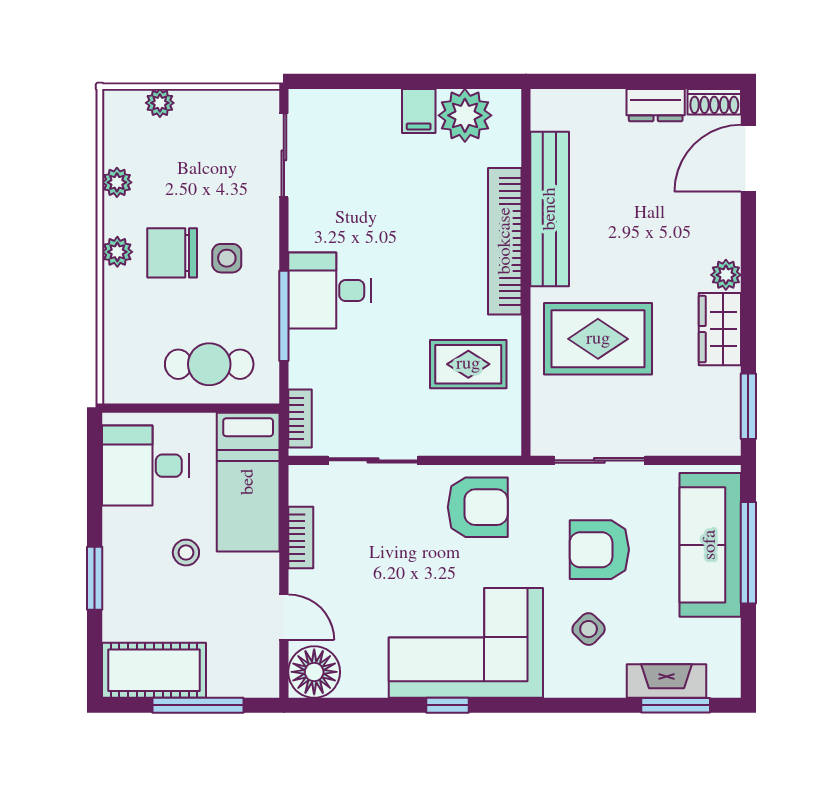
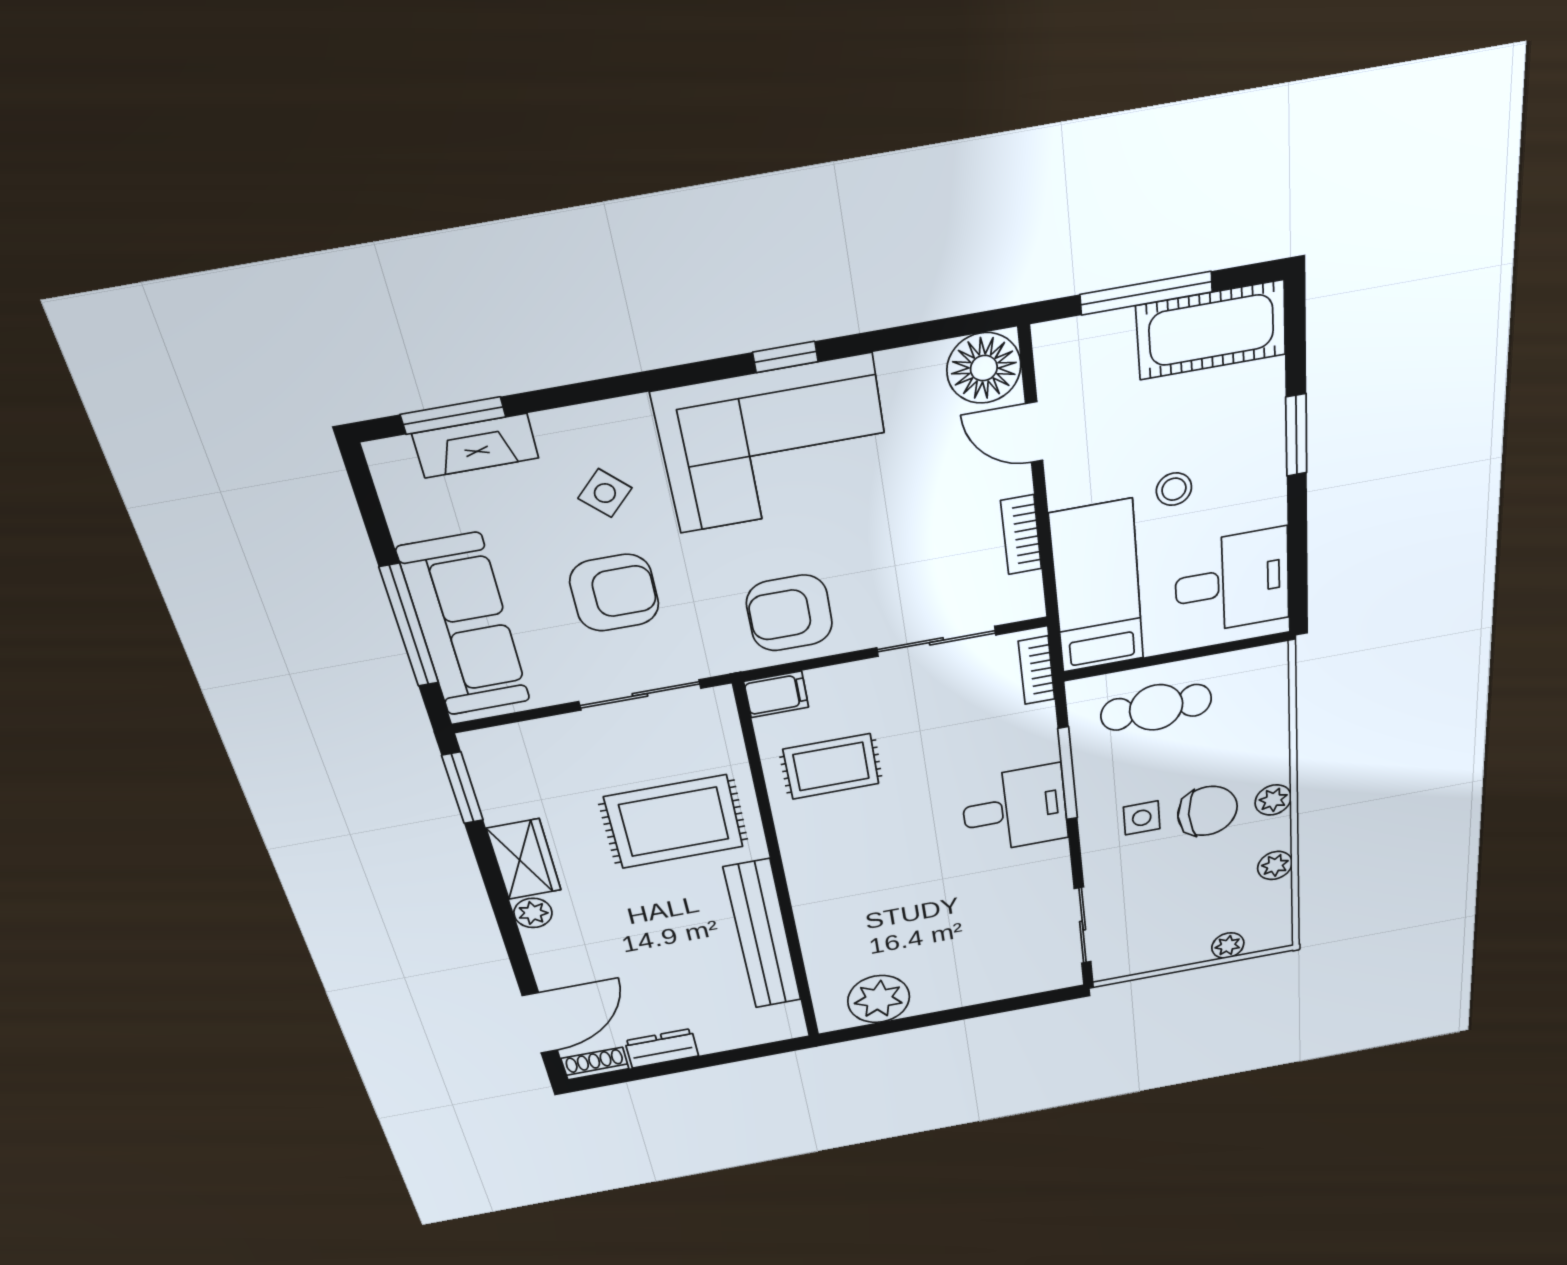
filing cabinet: (419, 111) -> (776, 694), moved, turned 90
bookcase: (505, 241) -> (810, 895), removed

